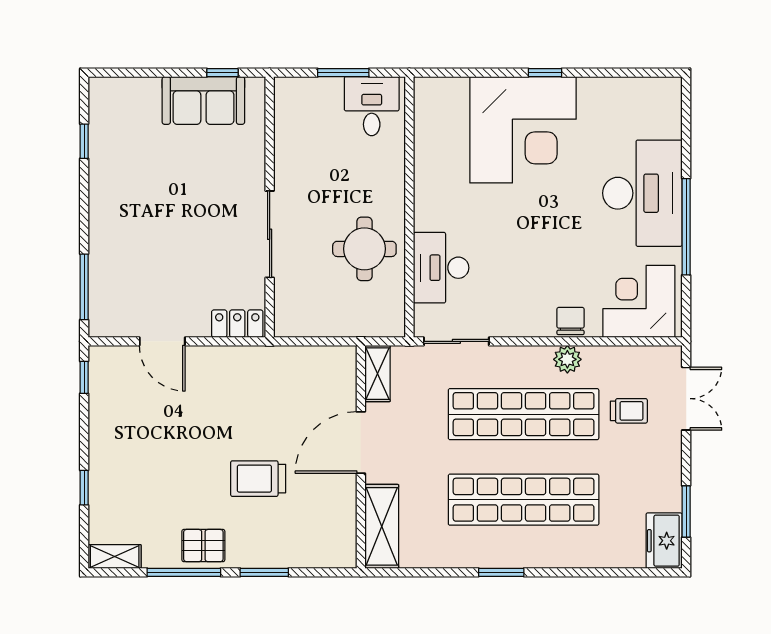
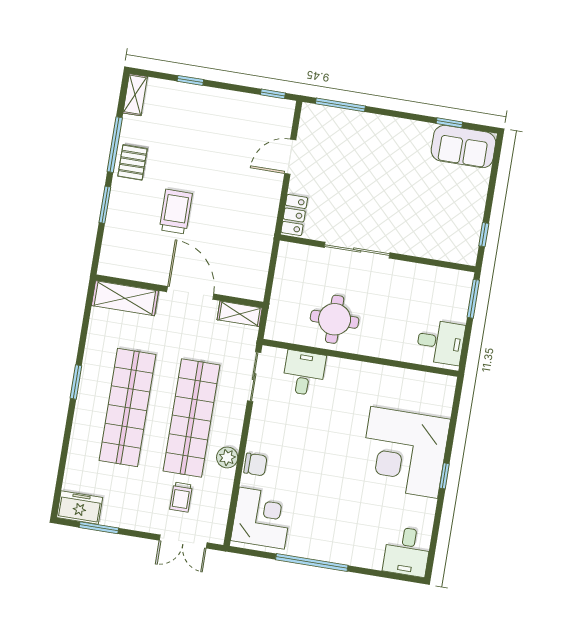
window: (343, 73) -> (473, 299), moved
sofa: (203, 100) -> (463, 147), moved, turned -90
desk: (642, 193) -> (407, 552), moved, width x0.53, depth x0.77
desk: (441, 268) -> (304, 373), width x0.73

